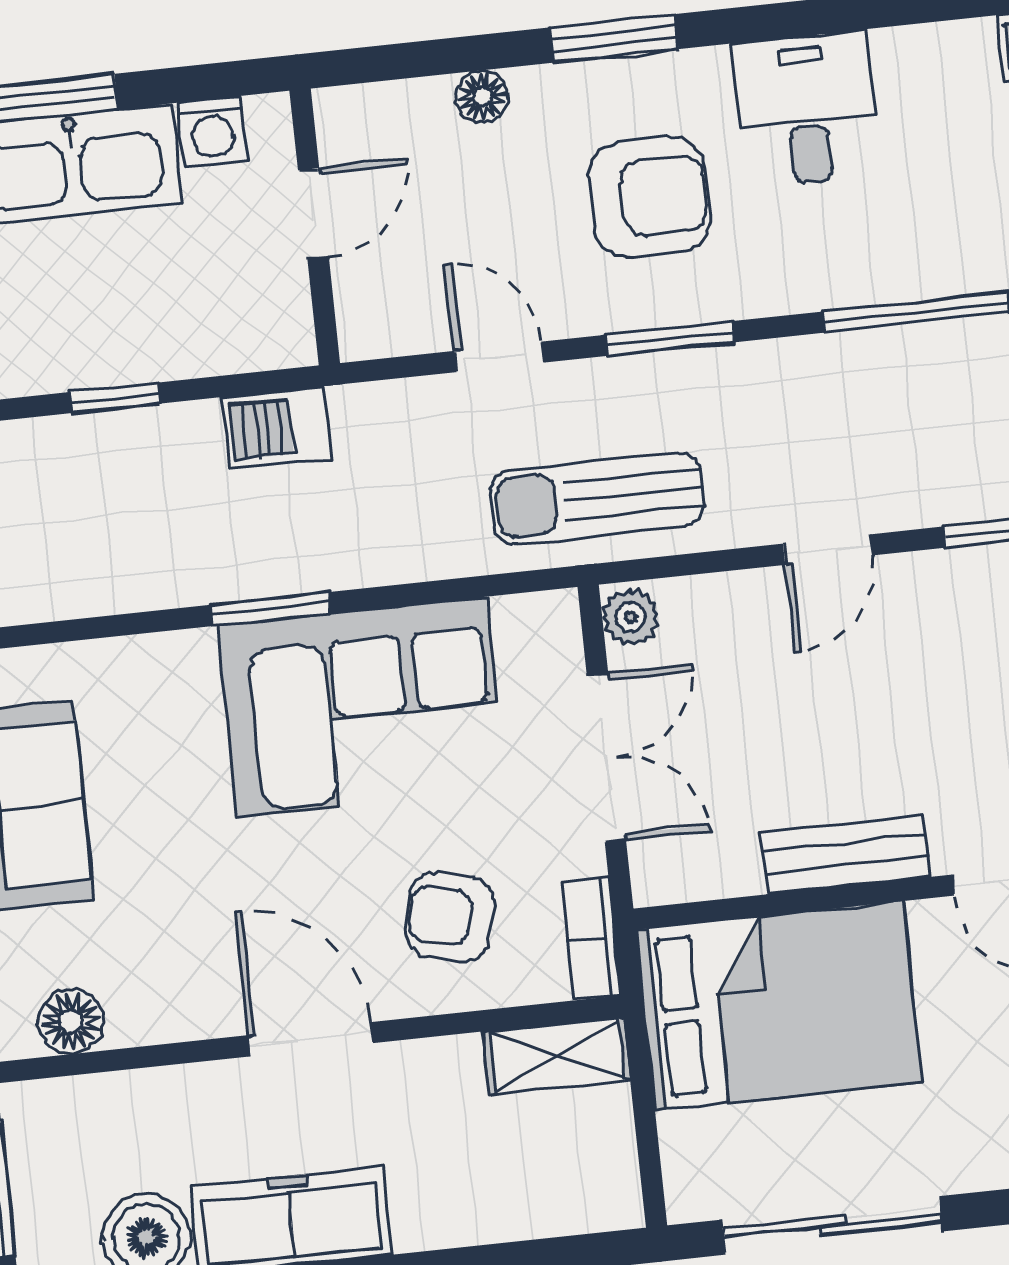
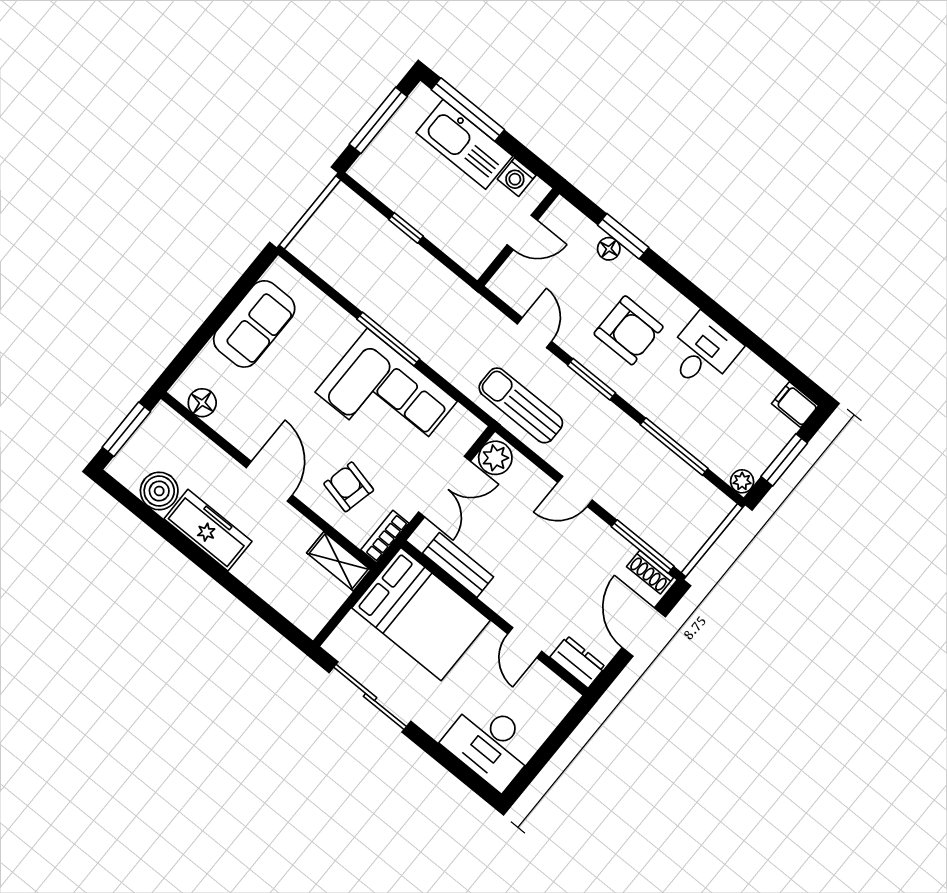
window: (614, 38) -> (623, 236), moved
barbecue: (277, 428) -> (446, 286), removed
window: (270, 609) -> (388, 339), width x1.44
plant: (630, 617) -> (495, 458), width x1.38, depth x1.38
bench: (846, 854) -> (458, 565), moved

